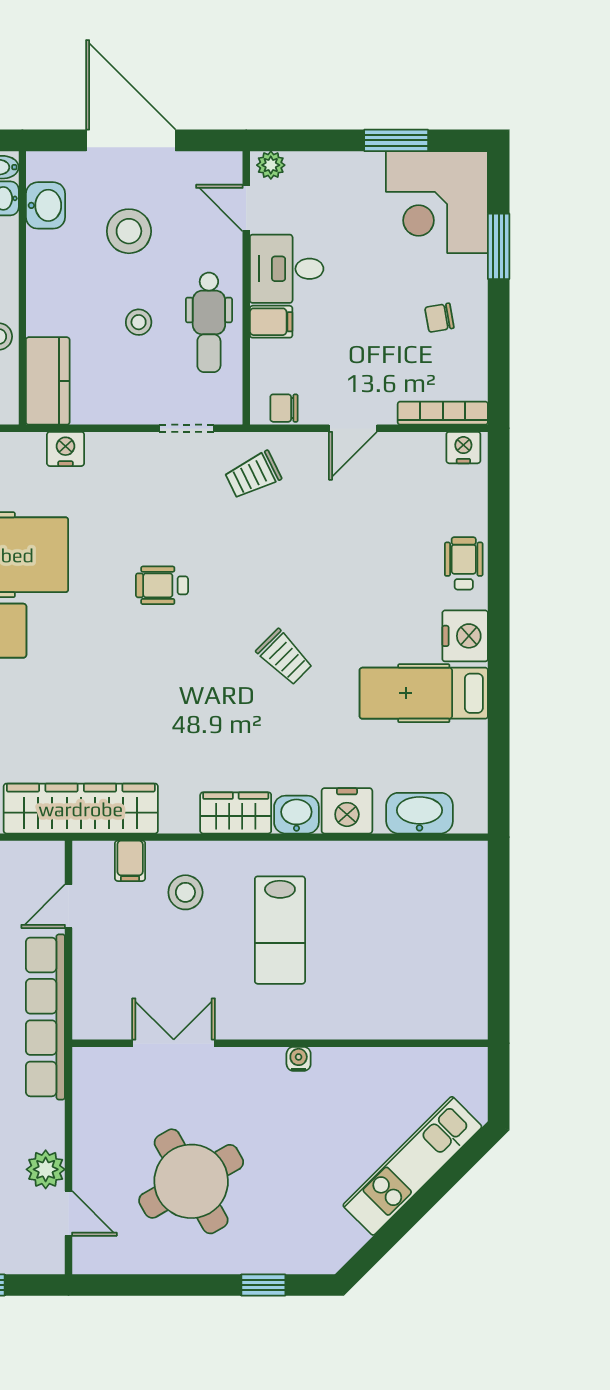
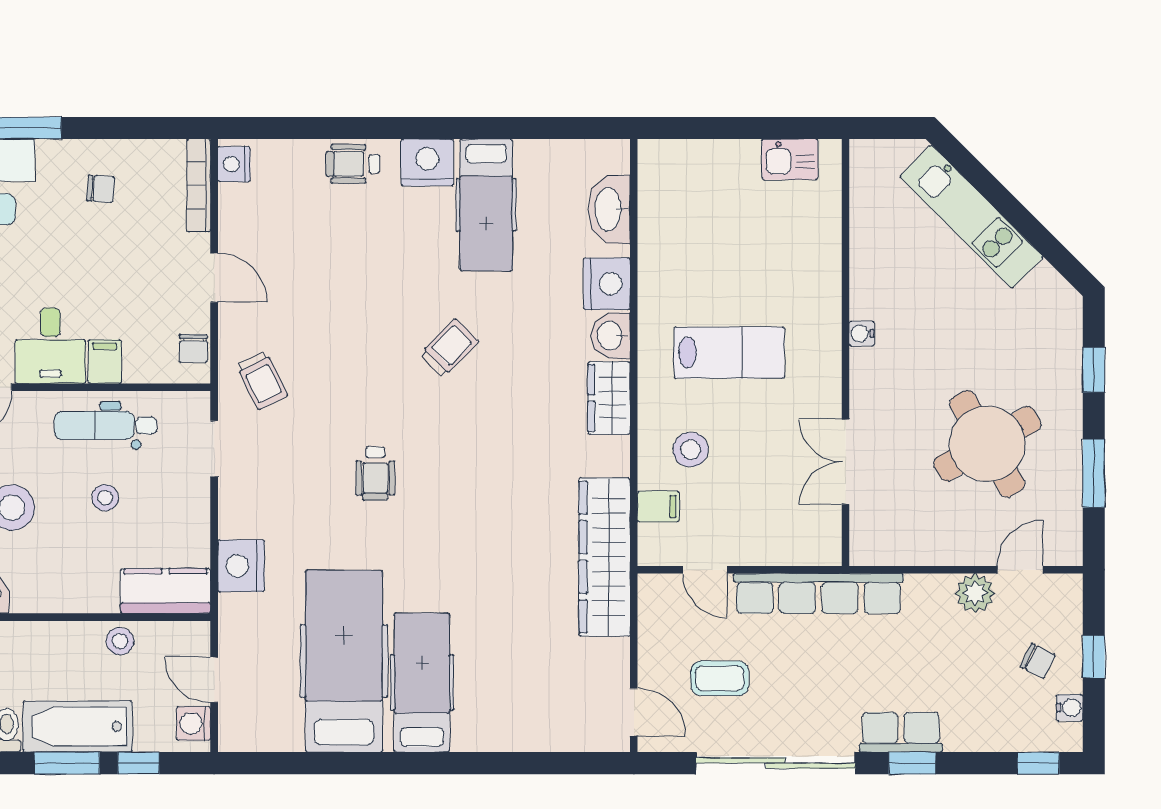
chair: (439, 318) -> (101, 189), turned -76
dental chair: (209, 322) -> (105, 425), turned 180
nightstand: (66, 449) -> (241, 566), width x1.36, depth x1.33
kitchen sink: (468, 989) -> (790, 159), added
window: (162, 1285) -> (1094, 473), added

